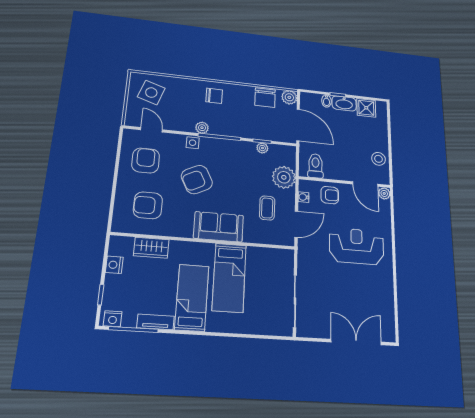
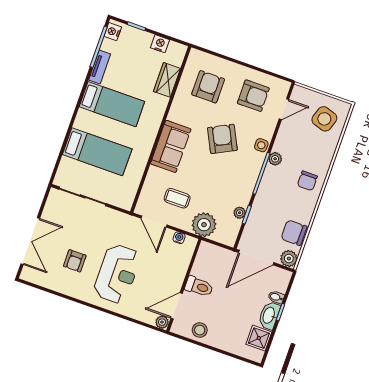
toilet: (315, 166) -> (199, 287), moved
armchair: (330, 195) -> (75, 261), moved
bed: (229, 278) -> (97, 152), moved, turned 180

